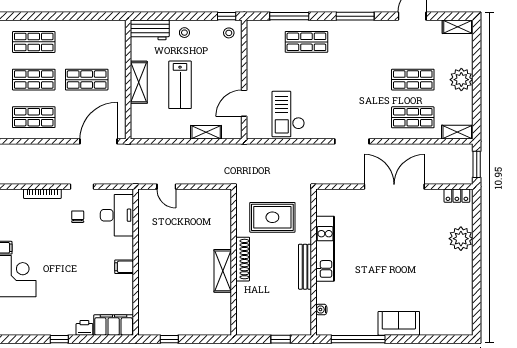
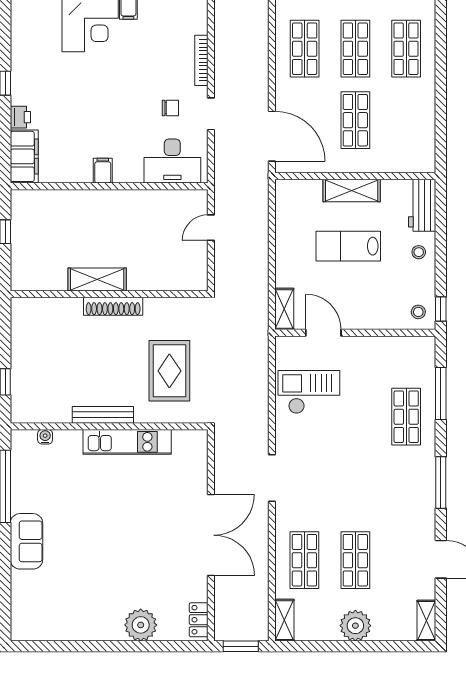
shelving: (206, 132) -> (284, 309), moved
shoe rack: (243, 259) -> (113, 306), moved
wall: (234, 262) -> (109, 294), moved
shelving: (223, 271) -> (97, 279), moved

